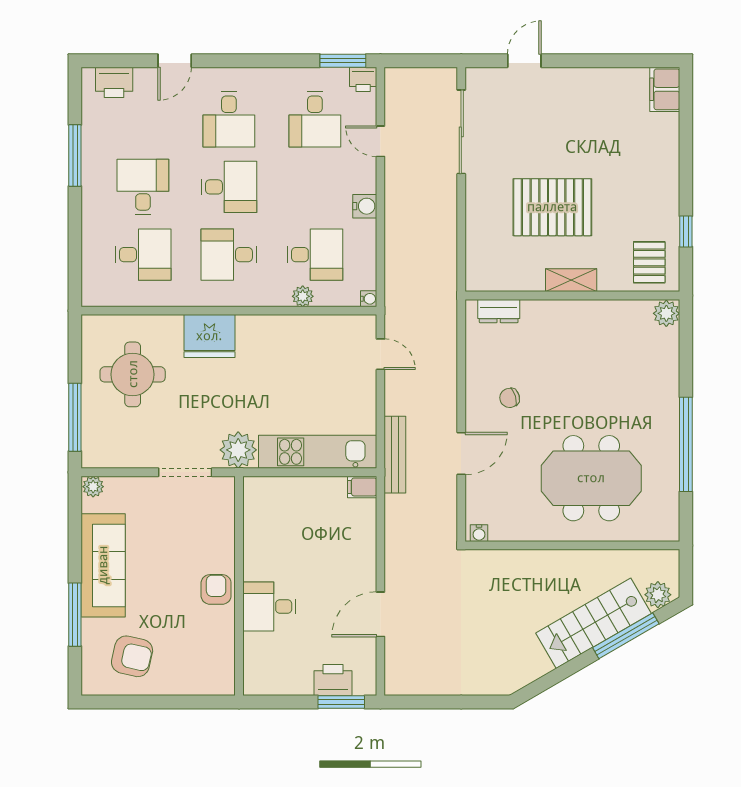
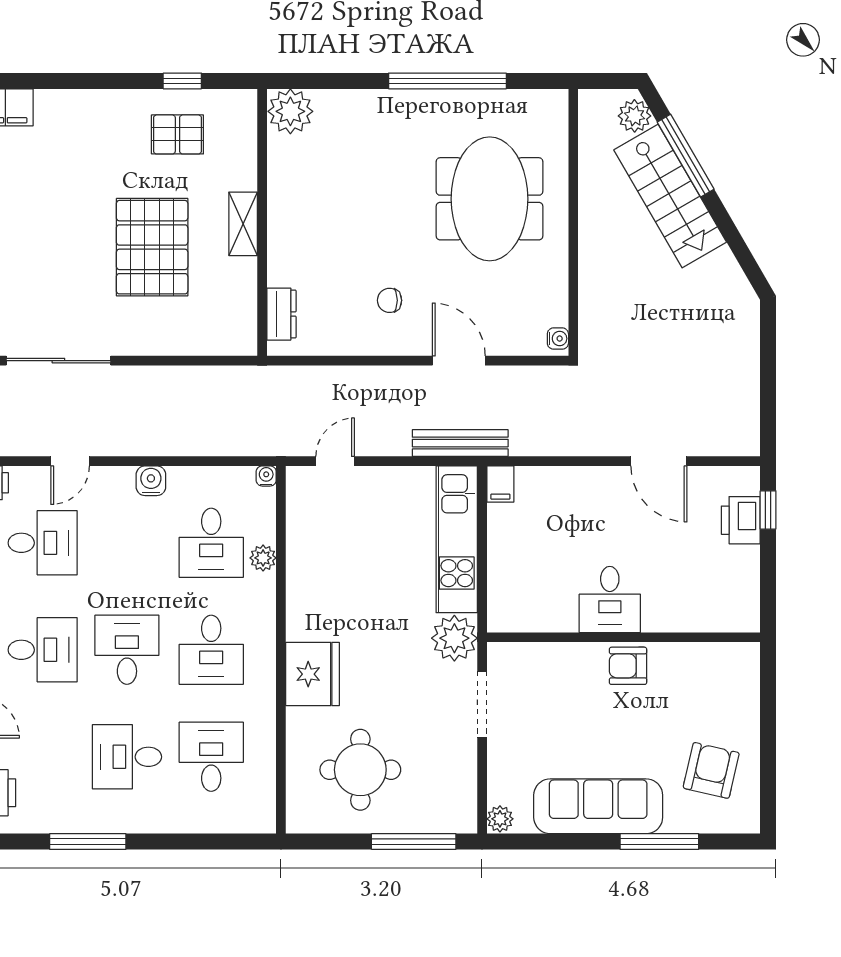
desk: (315, 255) -> (211, 543), turned 180
pallet: (649, 262) -> (177, 134), moved
plant: (666, 313) -> (290, 111), width x1.36, depth x1.36
chair: (510, 398) -> (390, 300), turned 107
desk: (269, 607) -> (610, 599), moved
window: (341, 702) -> (768, 510), width x0.67

